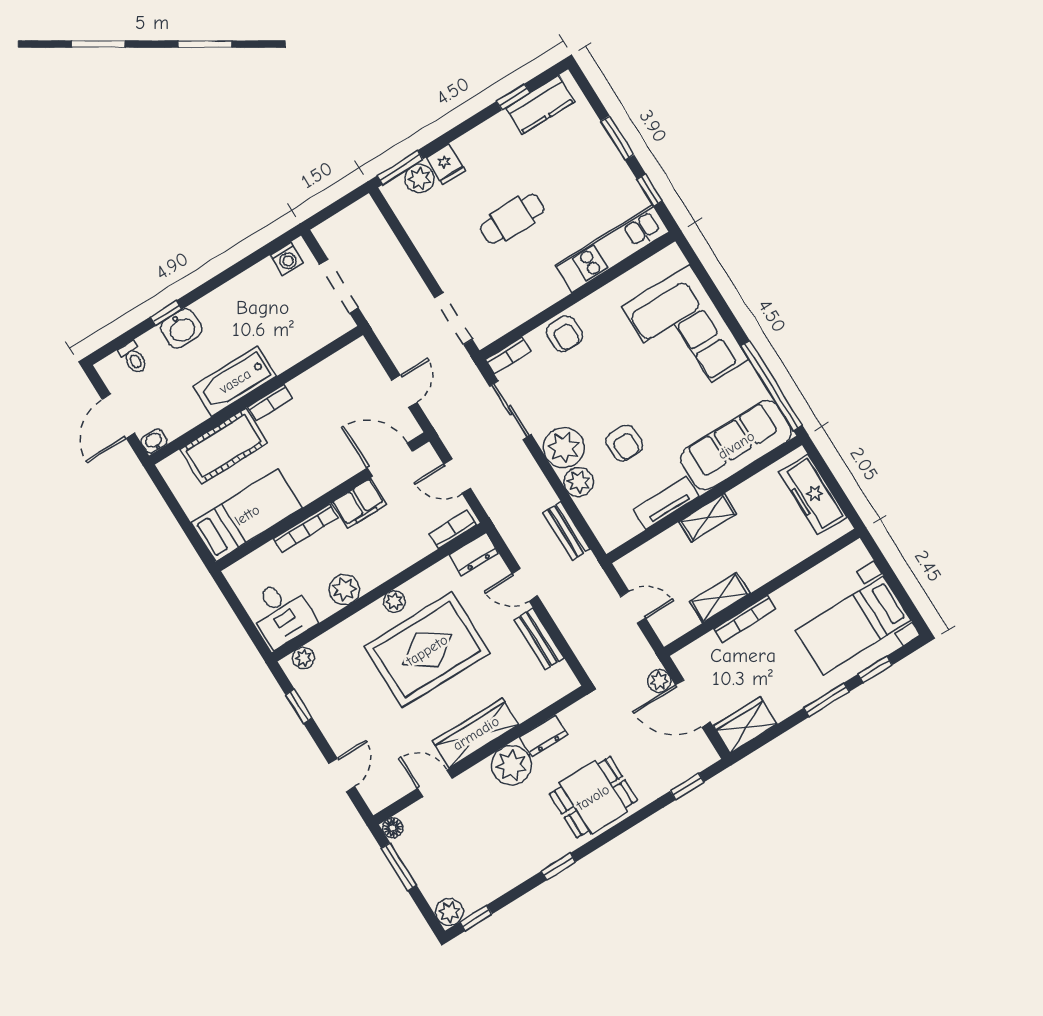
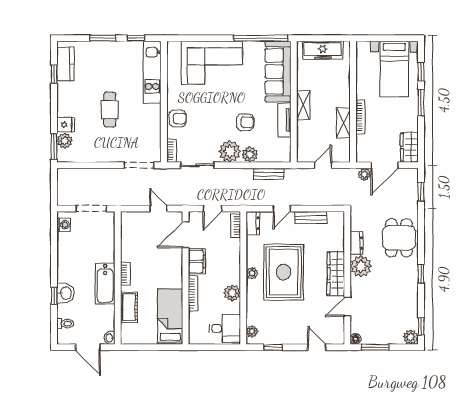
cot: (224, 446) -> (129, 307), width x0.73, depth x0.75

